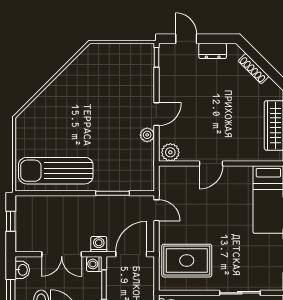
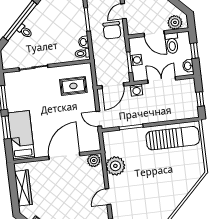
door: (156, 114) -> (108, 197), moved
plant: (147, 135) -> (115, 166), width x1.87, depth x1.87
door: (211, 163) -> (64, 156), width x1.87
rug: (187, 261) -> (73, 86), width x0.73, depth x0.70
washing machine: (94, 264) -> (136, 60), moved

